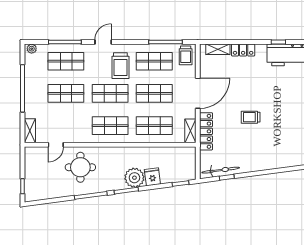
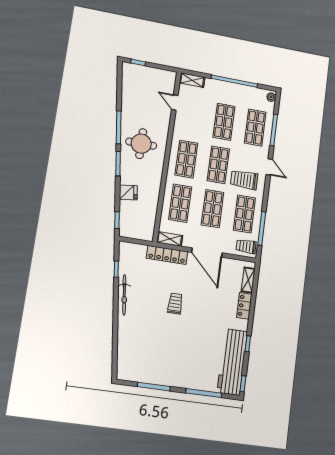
round table: (80, 167) -> (141, 144), moved
bicycle: (221, 170) -> (124, 295), moved
plant: (134, 178) -> (130, 174), removed

